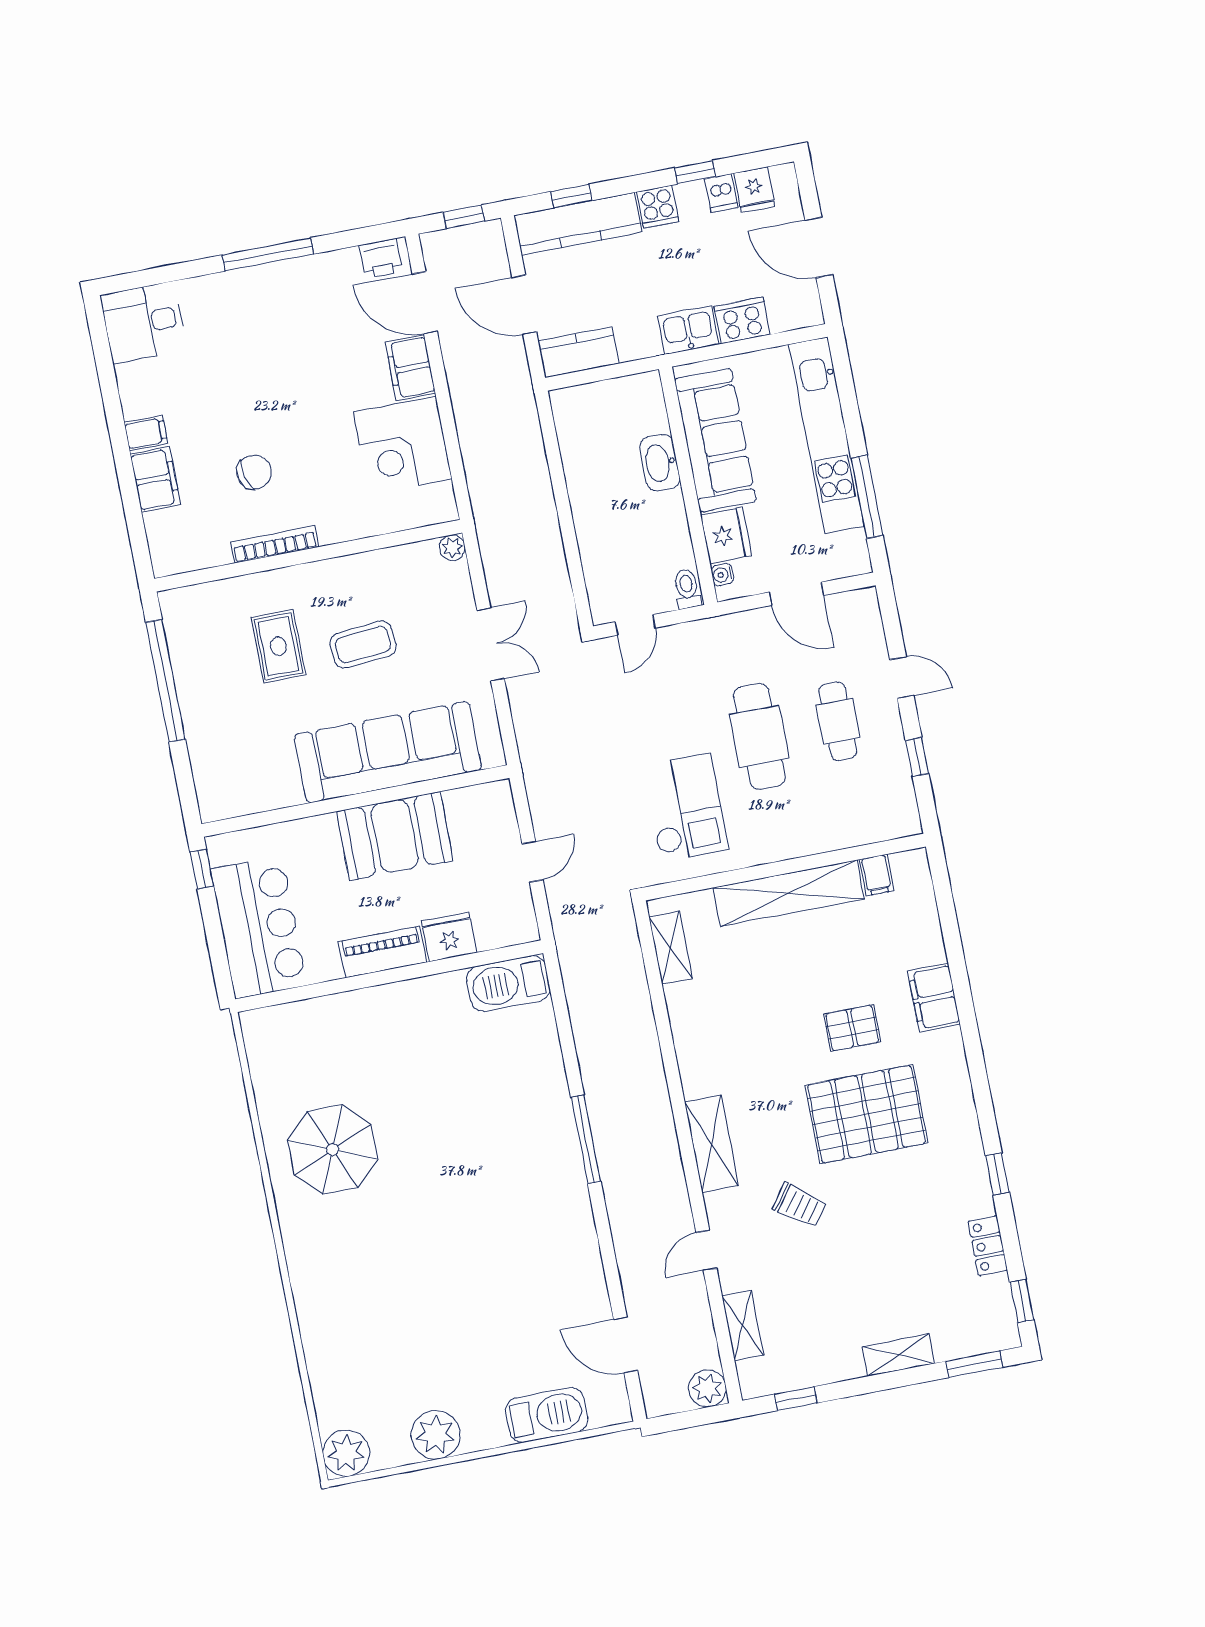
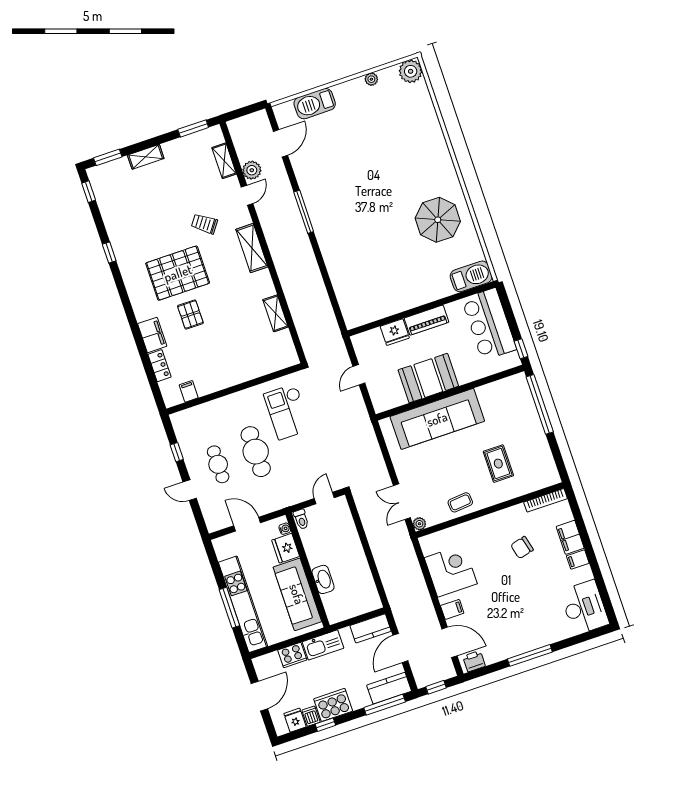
window: (571, 196) -> (385, 705), width x2.17
cooker: (658, 207) -> (333, 705), width x1.87, depth x1.31
kitchen counter: (578, 224) -> (389, 688), width x0.67
door: (819, 247) -> (259, 696), hinge flipped
door: (524, 305) -> (400, 648), swing flipped
desk: (143, 323) -> (584, 607), width x1.37
kitchen sink: (688, 330) -> (323, 645), width x1.38
filing cabinet: (410, 368) -> (452, 609), width x0.50
window: (867, 497) -> (229, 608), moved
bookcase: (275, 544) -> (546, 500), moved
double door: (491, 644) -> (402, 502), moved
coffee table: (363, 645) -> (460, 502), moved, width x0.73, depth x0.77
window: (166, 681) -> (540, 404), moved
shelving: (788, 893) -> (231, 376), removed
shelving: (670, 948) -> (276, 313), moved
barbecue: (508, 984) -> (471, 276), moved
pallet: (852, 1028) -> (190, 315), turned 90
window: (586, 1139) -> (304, 212), moved
locker: (988, 1246) -> (160, 366), moved
door: (625, 1345) -> (281, 143), hinge flipped
plant: (707, 1388) -> (252, 170), moved
window: (796, 1399) -> (193, 128), width x1.50
plant: (436, 1435) -> (371, 79), width x0.53, depth x0.53

